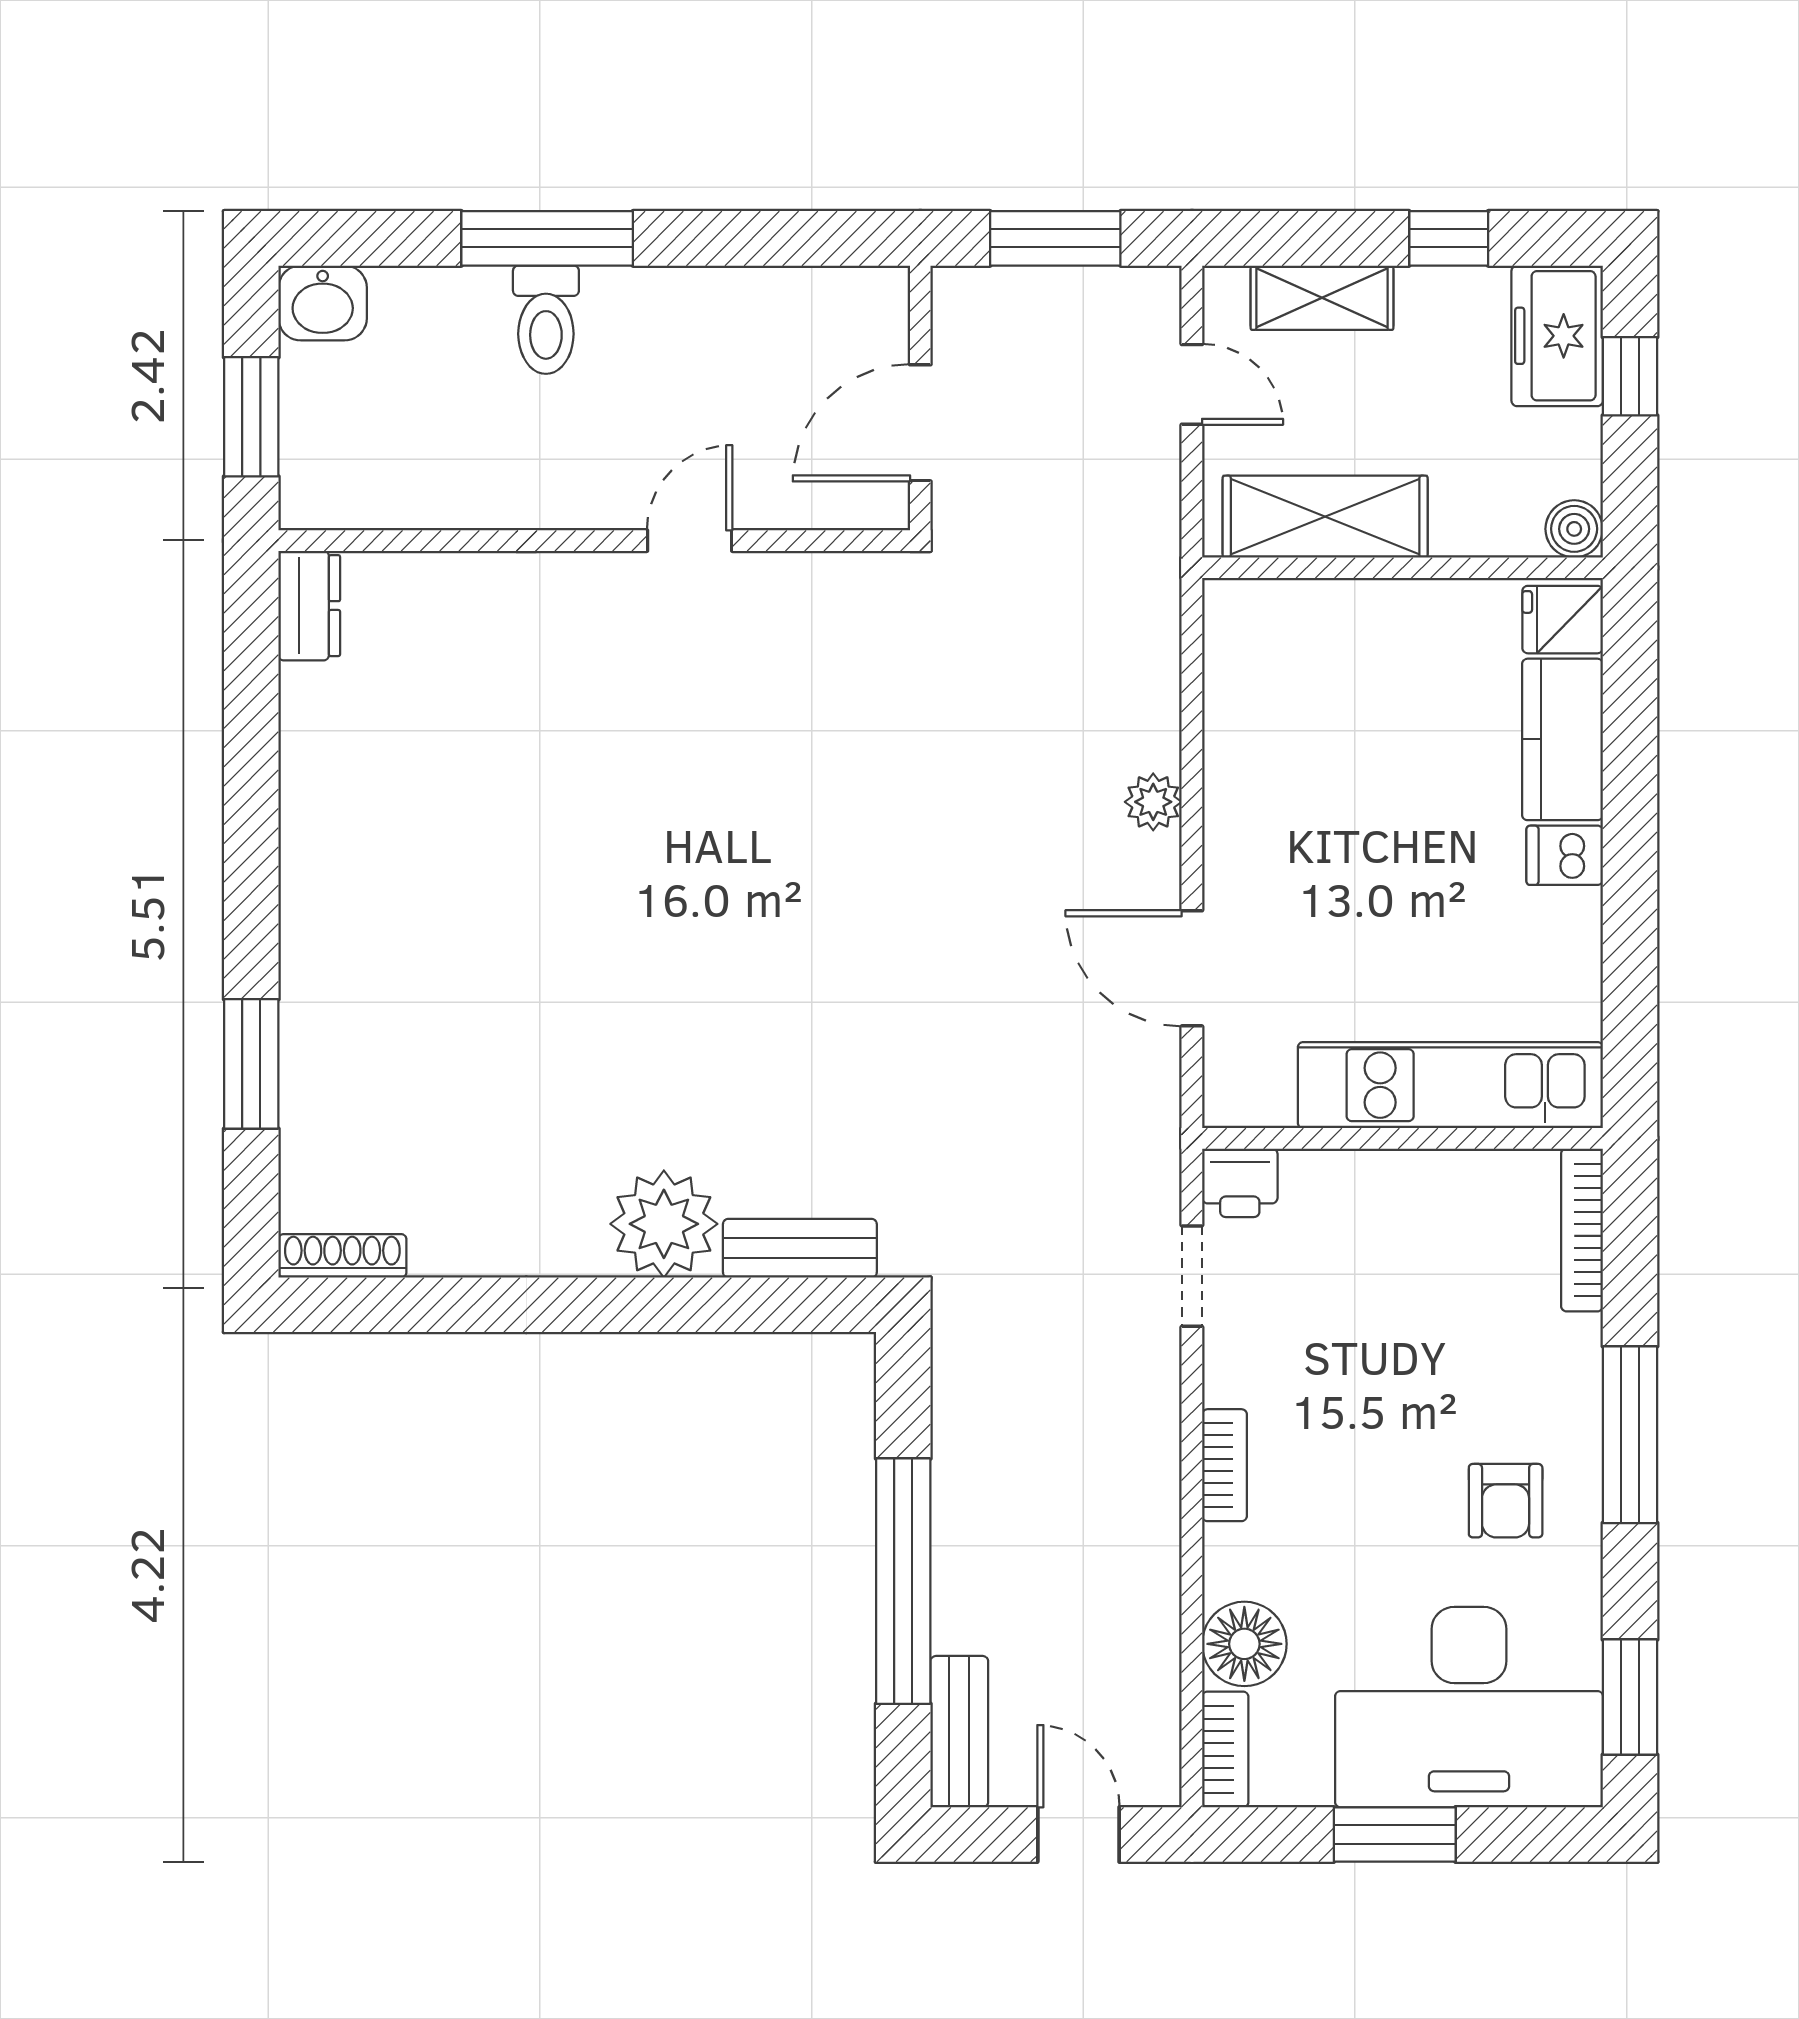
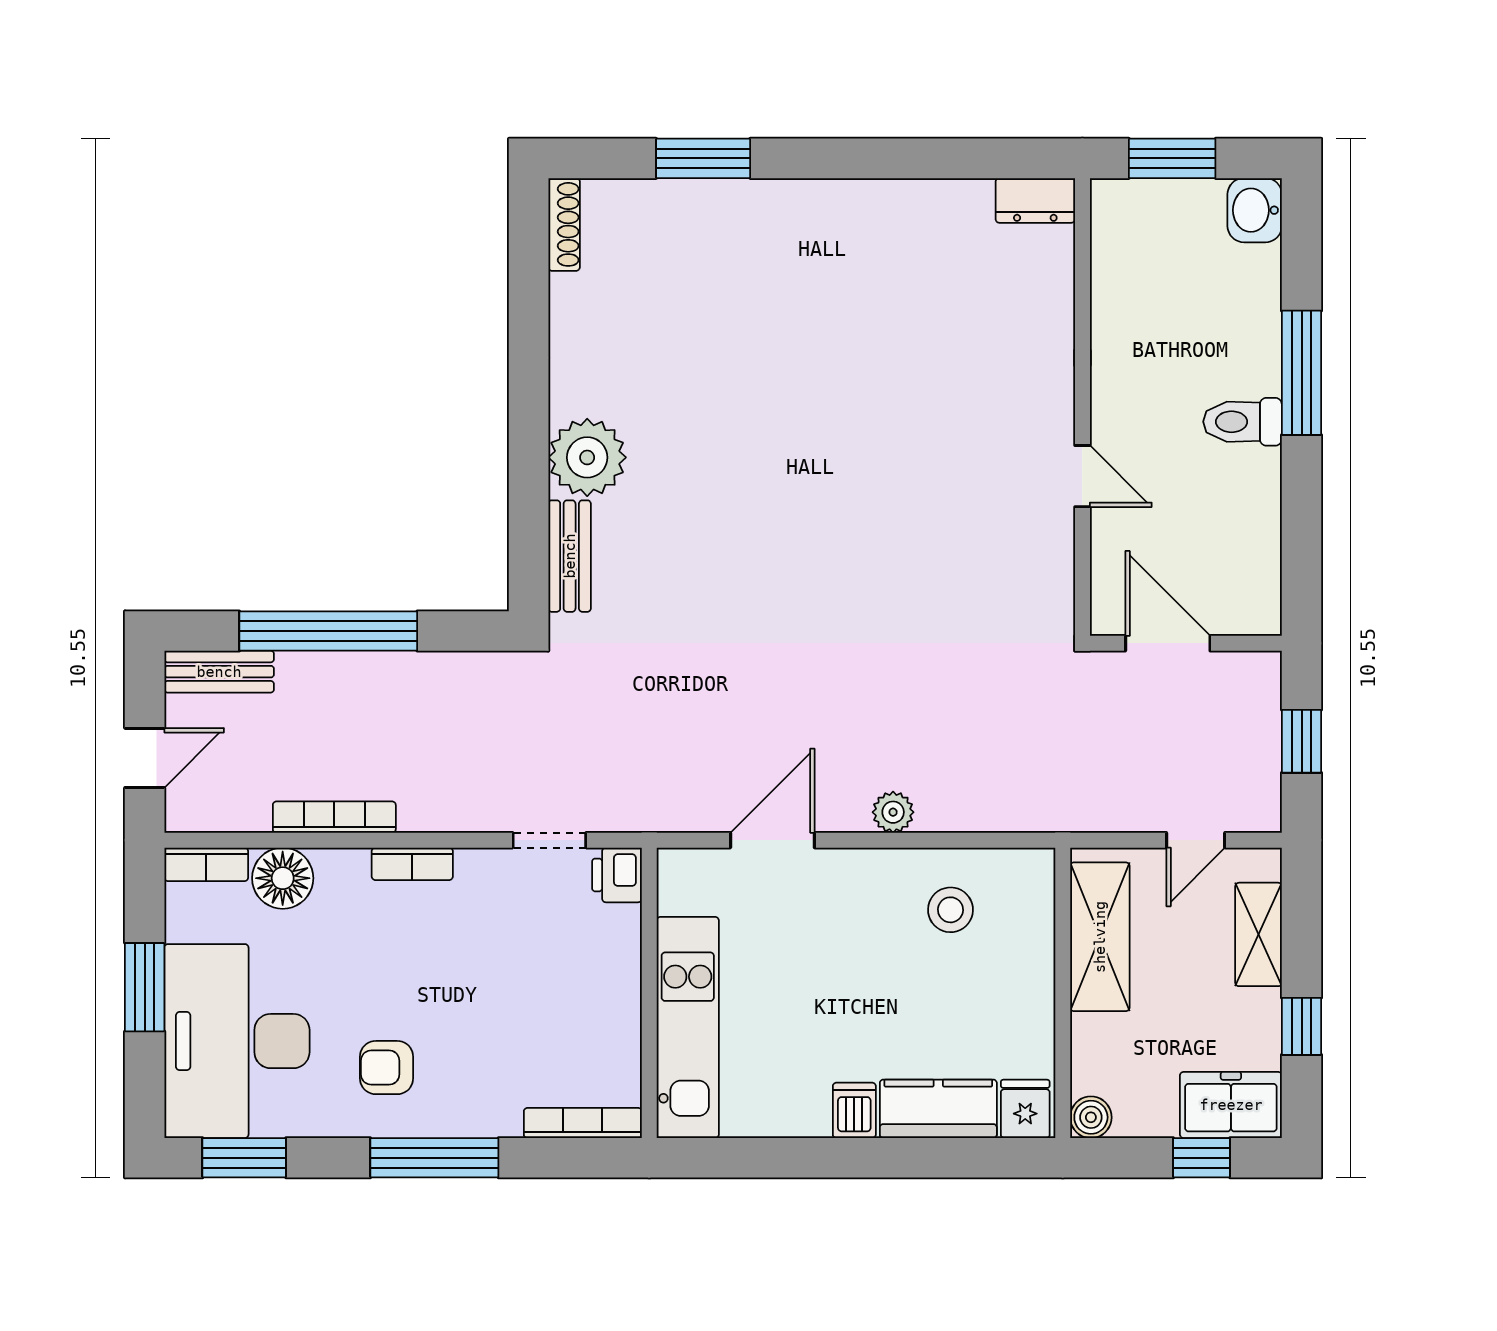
window: (1055, 238) -> (1302, 741), width x0.67
toilet: (546, 320) -> (1243, 422), moved
stool: (1288, 723) -> (950, 910), added
bookcase: (1160, 1573) -> (334, 817), added

